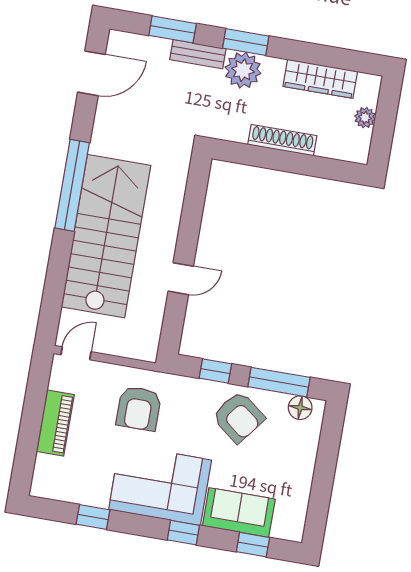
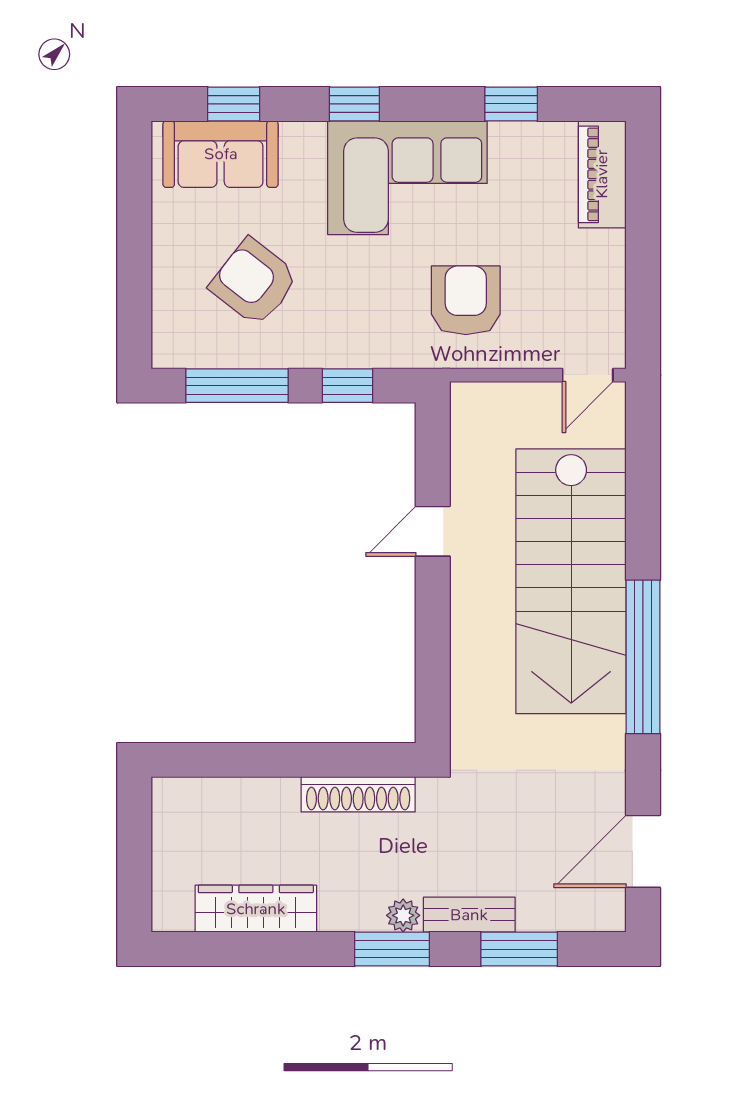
plant: (243, 70) -> (403, 915), width x0.53, depth x0.53
plant: (365, 118) -> (169, 856), removed
shoe rack: (282, 140) -> (358, 794), moved
floor lamp: (300, 408) -> (194, 349), removed
armchair: (238, 417) -> (254, 282), moved
piano: (55, 423) -> (602, 174), moved
sofa: (239, 512) -> (221, 154), moved

